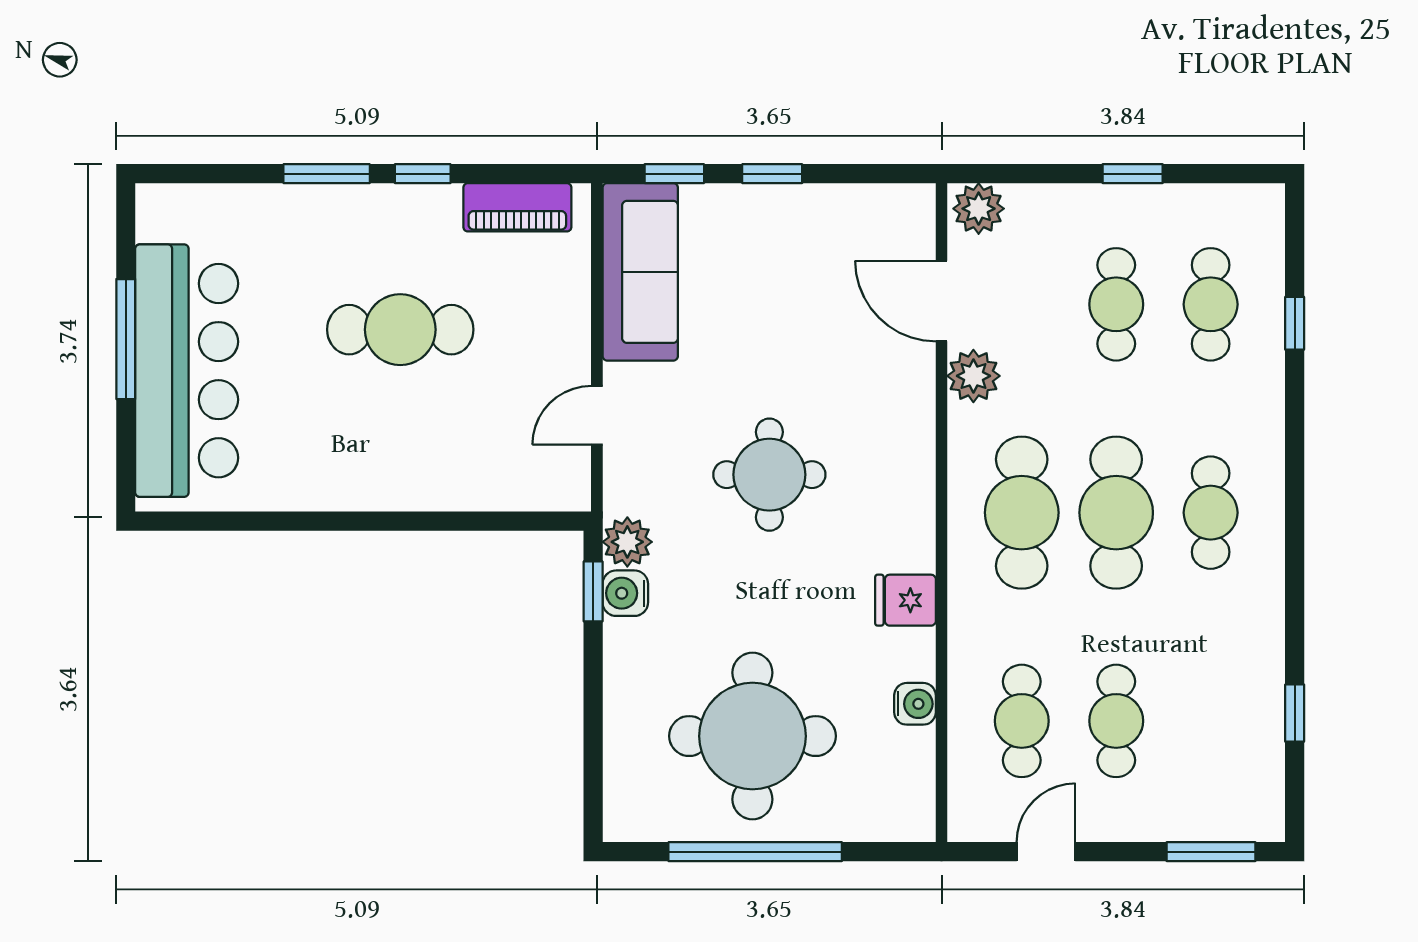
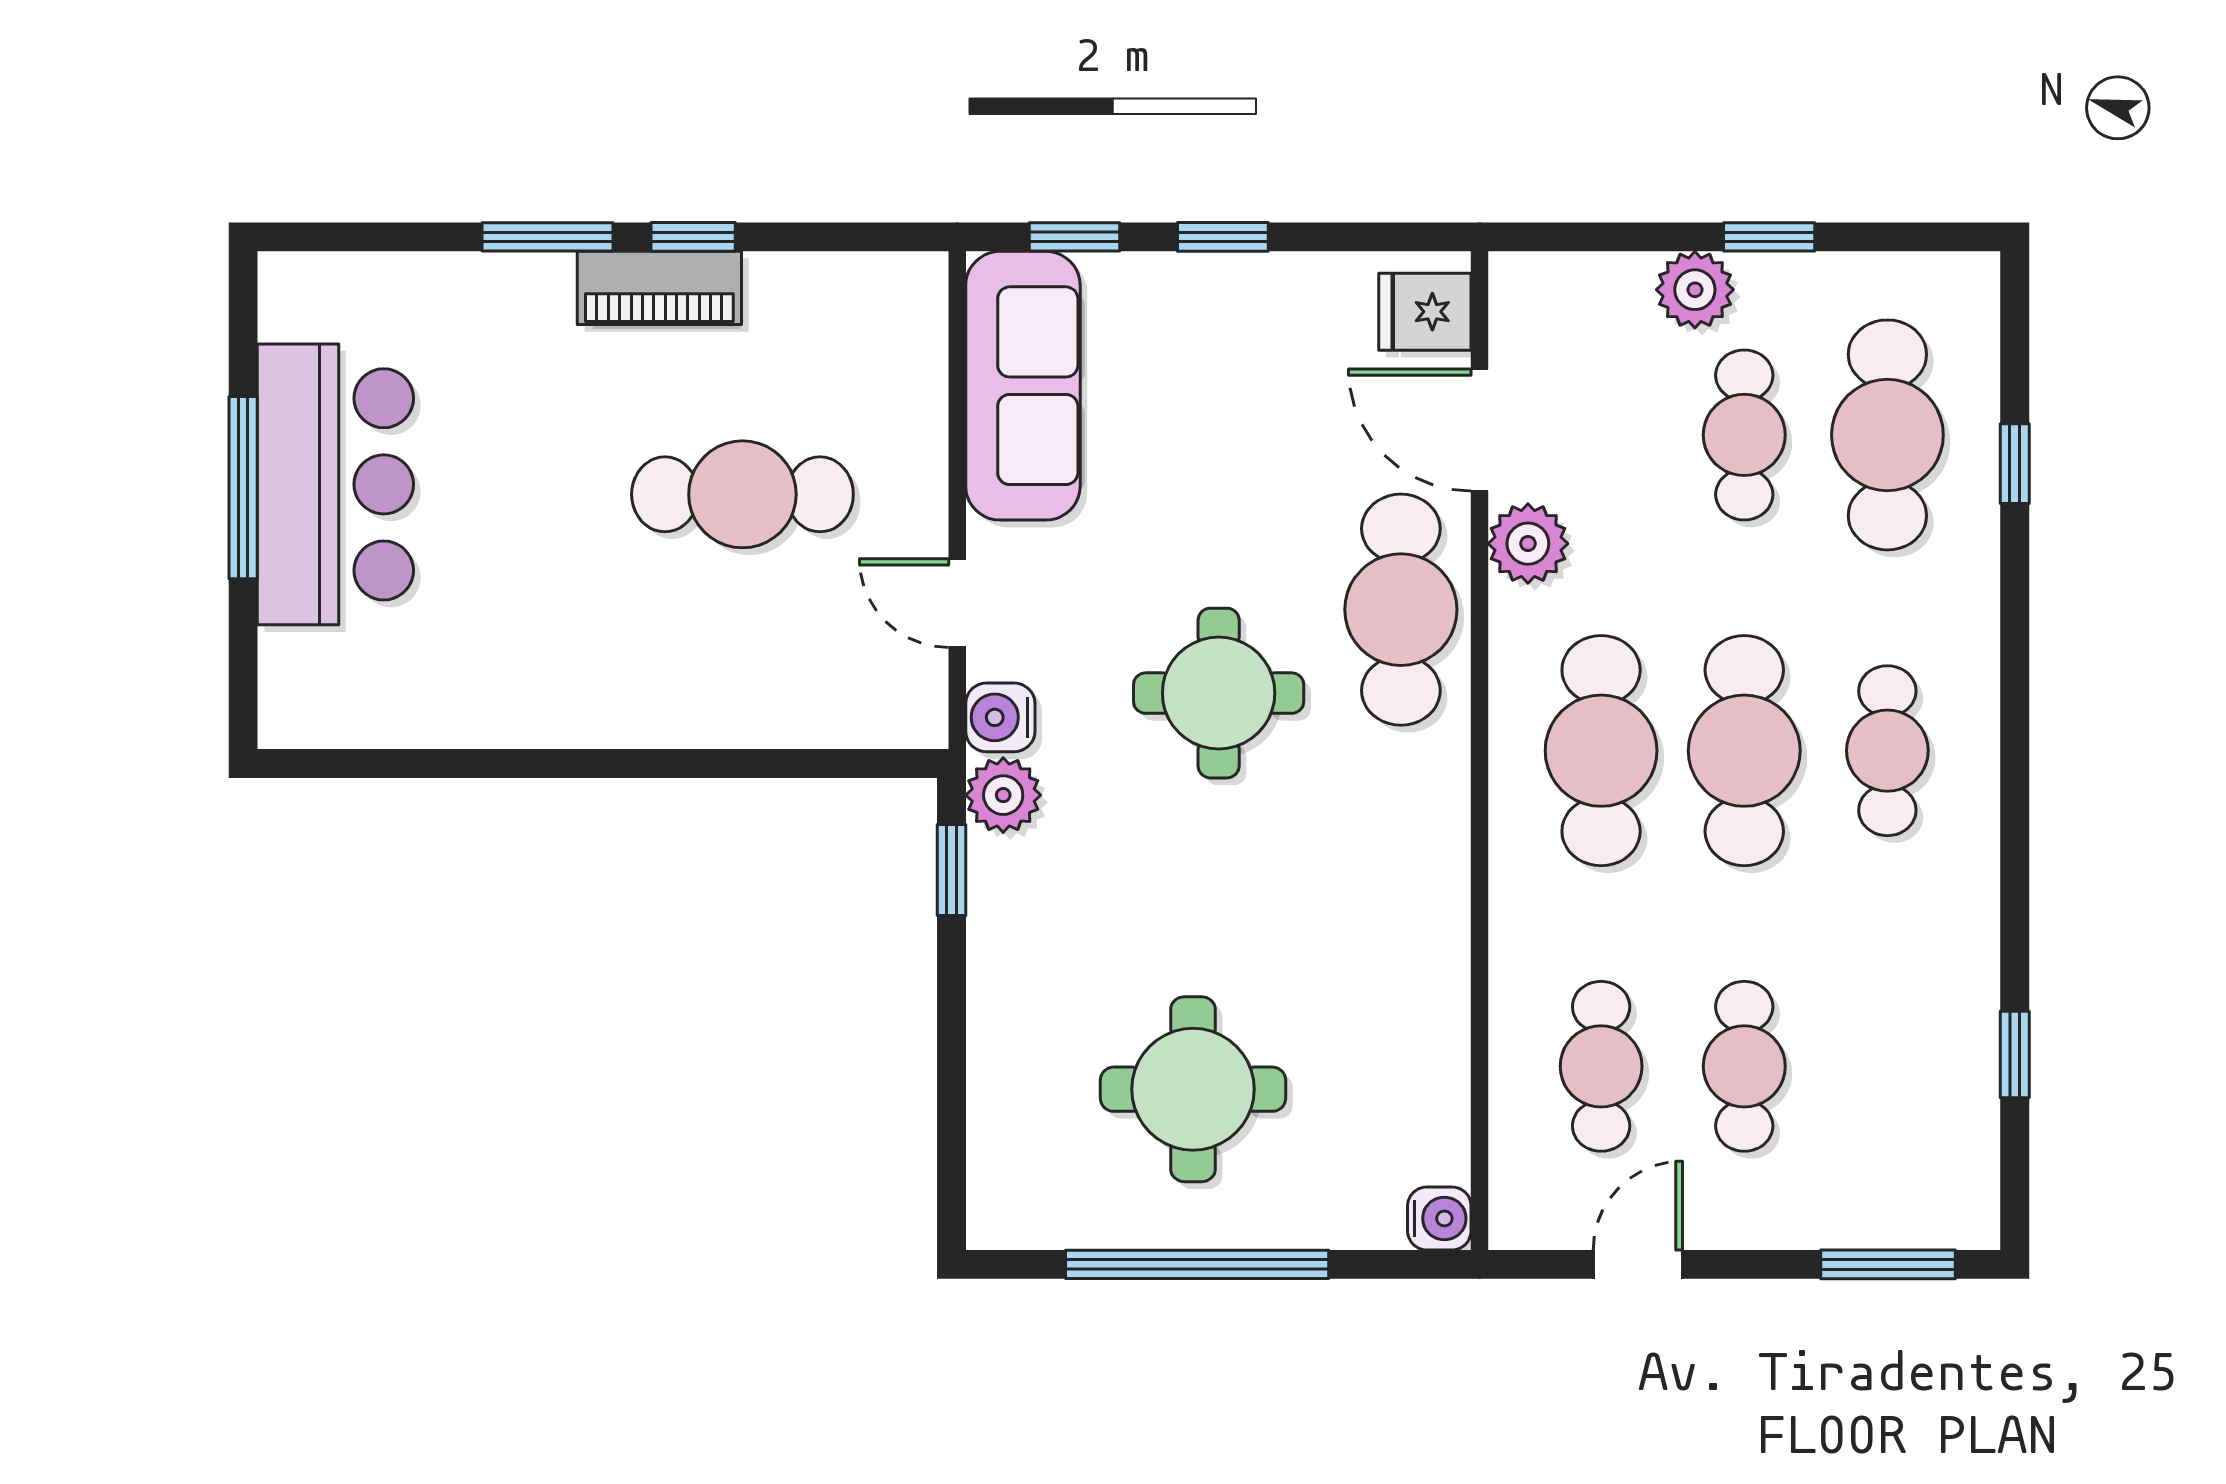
piano: (517, 207) -> (659, 288), moved
plant: (979, 209) -> (1695, 290), moved
cafe table: (1211, 304) -> (1887, 435), width x1.37, depth x1.35
cafe table: (400, 330) -> (742, 494), moved
bar counter: (187, 371) -> (335, 484), width x0.73
door: (597, 415) -> (957, 603), hinge flipped
cafe table: (890, 420) -> (1401, 610), added
water cooler: (625, 593) -> (1000, 717), moved
fridge: (905, 600) -> (1425, 312), moved
water cooler: (915, 704) -> (1439, 1218), moved
round table: (752, 736) -> (1193, 1089), width x0.73, depth x0.73

